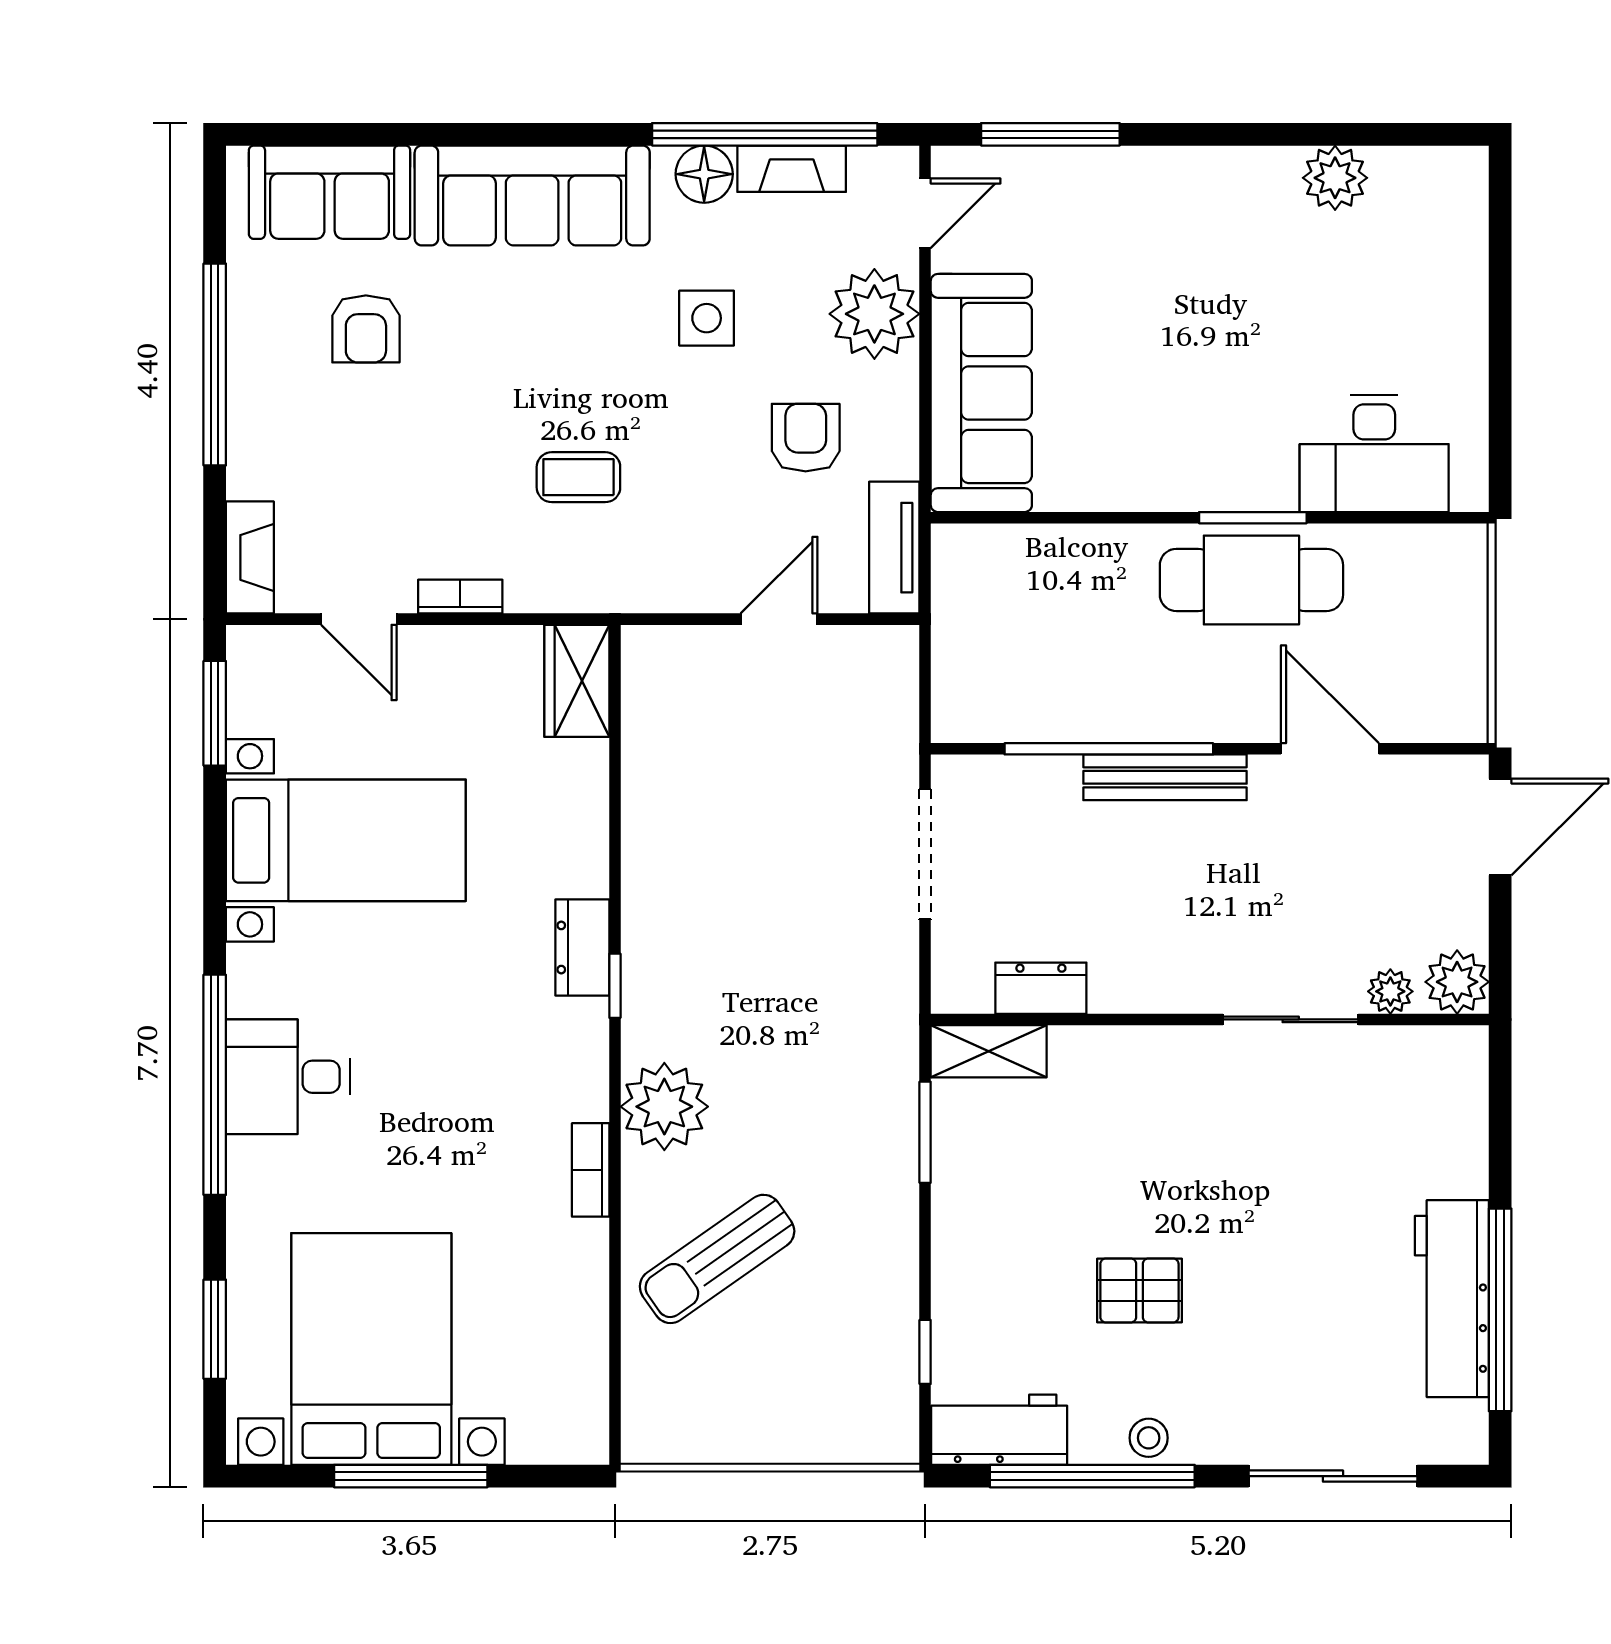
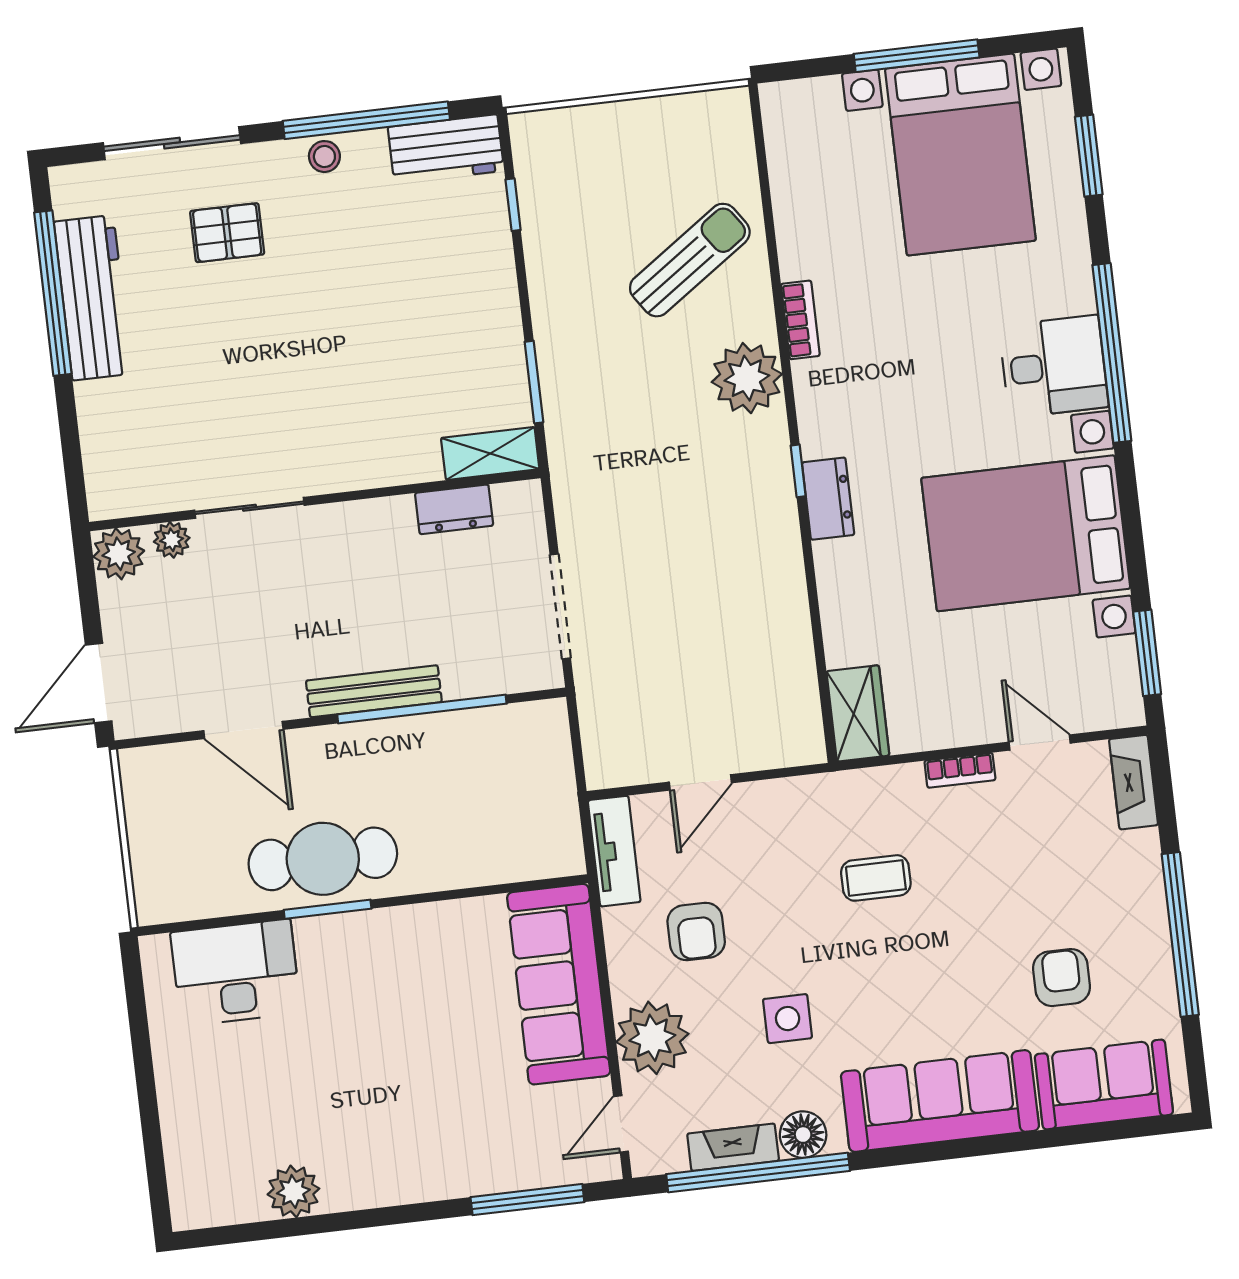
bed with nightstands: (346, 840) -> (1026, 533), width x1.36
pallet: (1139, 1290) -> (227, 233), moved

